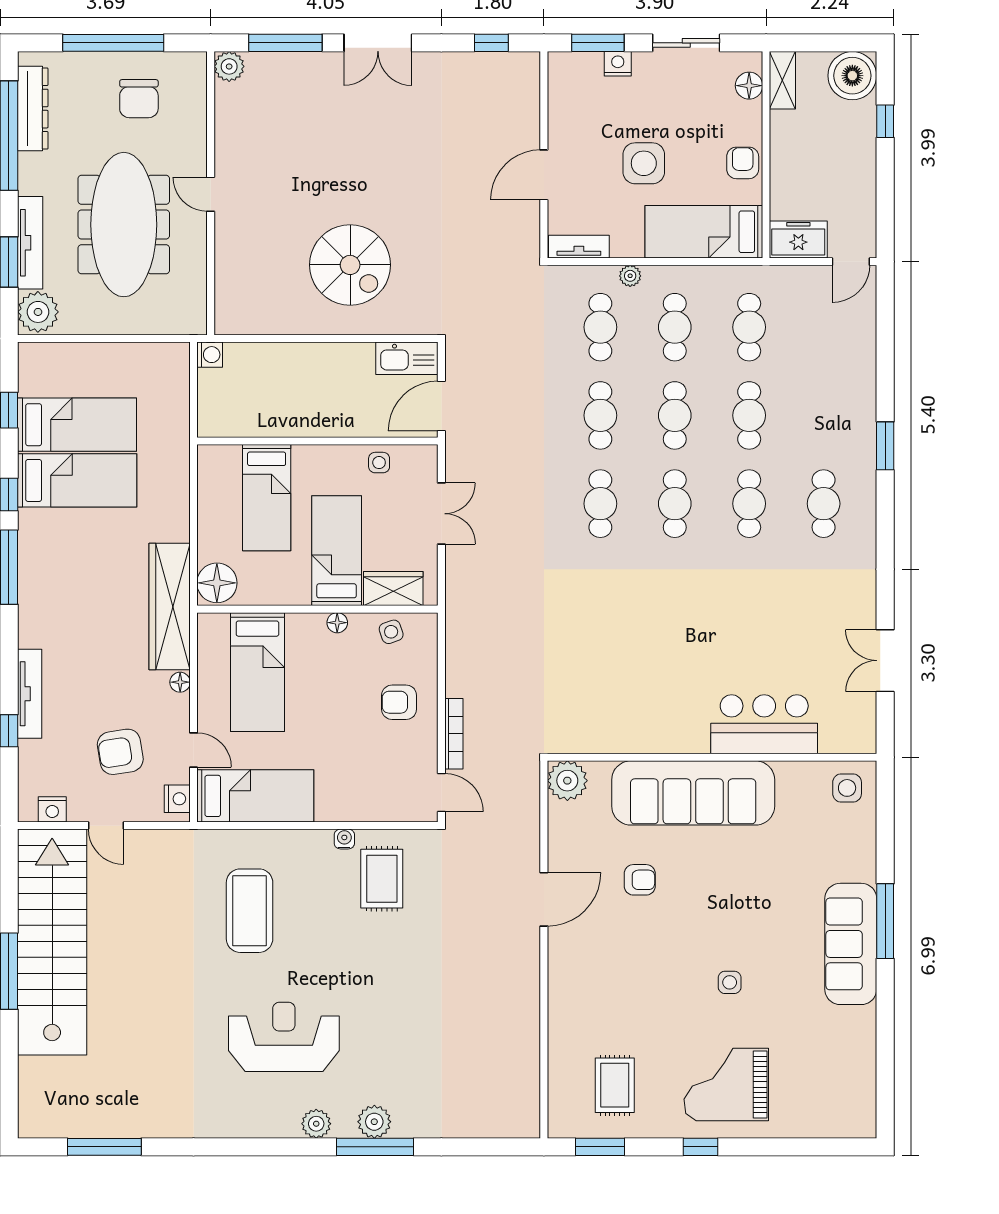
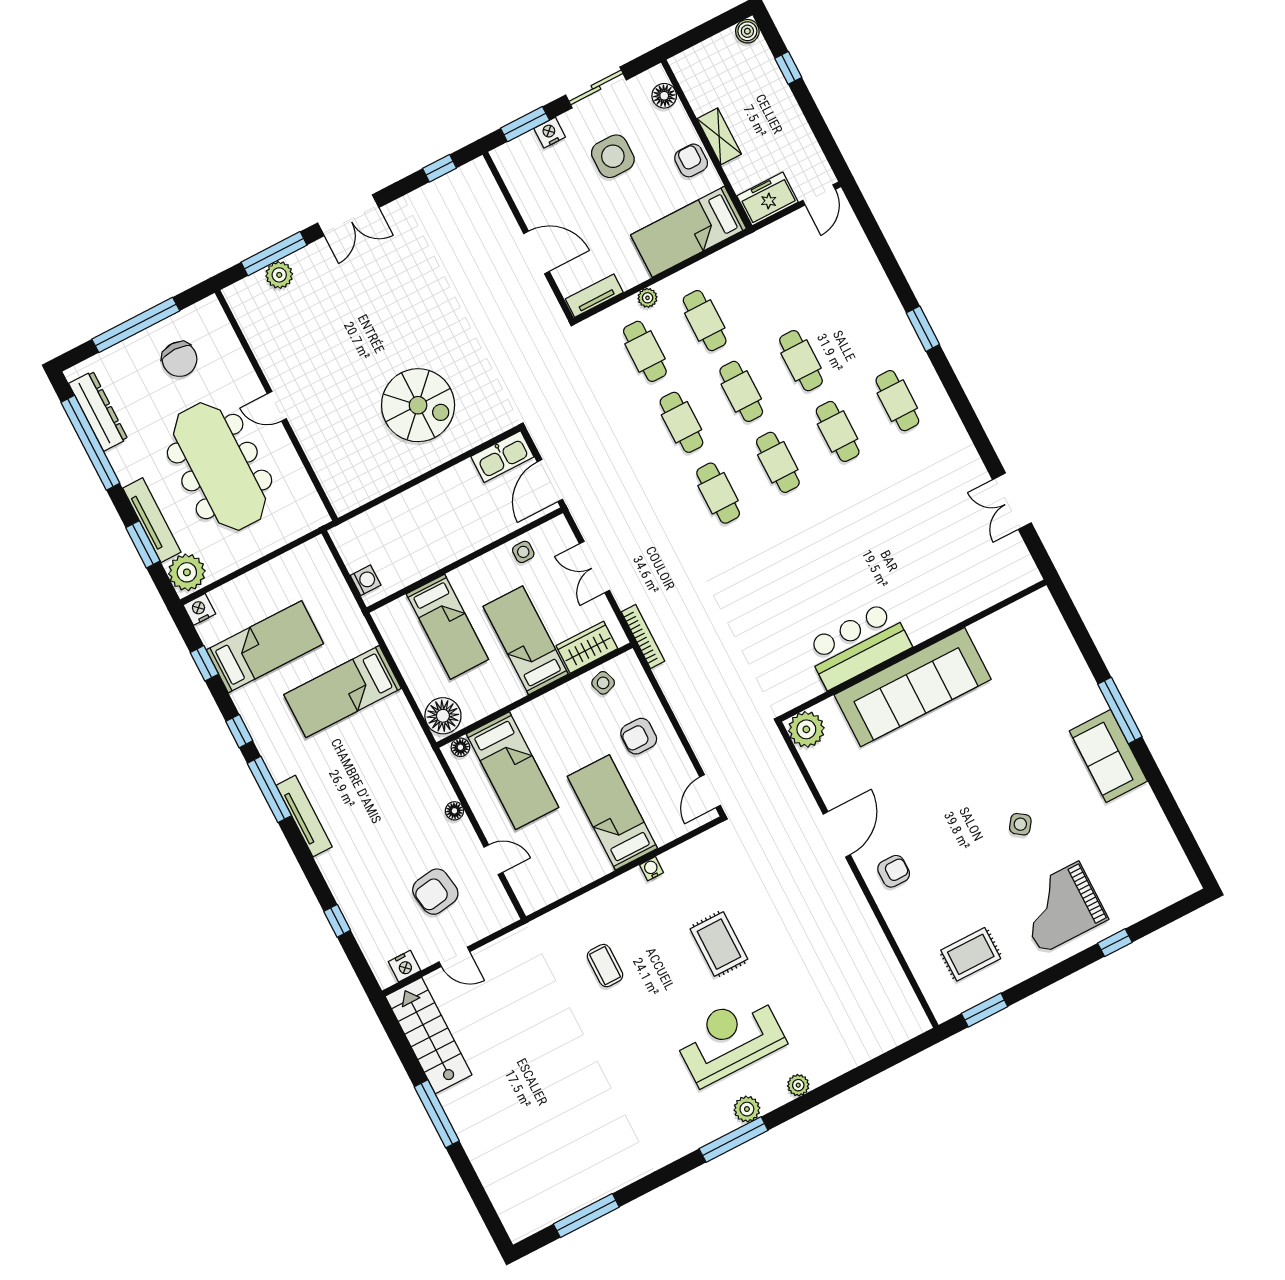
plant: (229, 66) -> (279, 275), moved
boiler: (852, 76) -> (747, 31), width x0.54, depth x0.54
shelving: (782, 80) -> (719, 136), moved
side table: (644, 163) -> (613, 156), moved
door: (544, 175) -> (536, 253), swing flipped
cafe table: (749, 327) -> (764, 290), removed
washing machine: (210, 355) -> (366, 580), moved
bed: (77, 480) -> (343, 692), moved, turned 180
double door: (441, 514) -> (594, 567), swing flipped
wardrobe: (170, 607) -> (415, 754), removed
floor lamp: (337, 623) -> (460, 747), moved
tv unit: (30, 694) -> (304, 816), moved
bar counter: (764, 724) -> (858, 645), moved
bookcase: (454, 734) -> (643, 637), moved
side table: (847, 788) -> (1034, 619), removed
door: (441, 793) -> (710, 791), swing flipped
bed: (255, 796) -> (612, 812), moved, turned -90
nightstand: (177, 799) -> (199, 609), moved, turned -90
rug: (382, 879) -> (719, 944), moved
armchair: (640, 880) -> (894, 871), moved
coffee table: (250, 911) -> (605, 966), width x0.54, depth x0.58
stairs: (52, 942) -> (428, 1035), width x0.54, depth x0.66
sofa: (851, 944) -> (1108, 756), width x0.73
side table: (730, 982) -> (1020, 824), turned 35
reception desk: (284, 1037) -> (730, 1039), moved
rug: (615, 1085) -> (971, 954), turned 90
plant: (374, 1122) -> (798, 1085), width x0.73, depth x0.73
window: (375, 1147) -> (734, 1139), moved
window: (701, 1147) -> (1115, 943), moved

